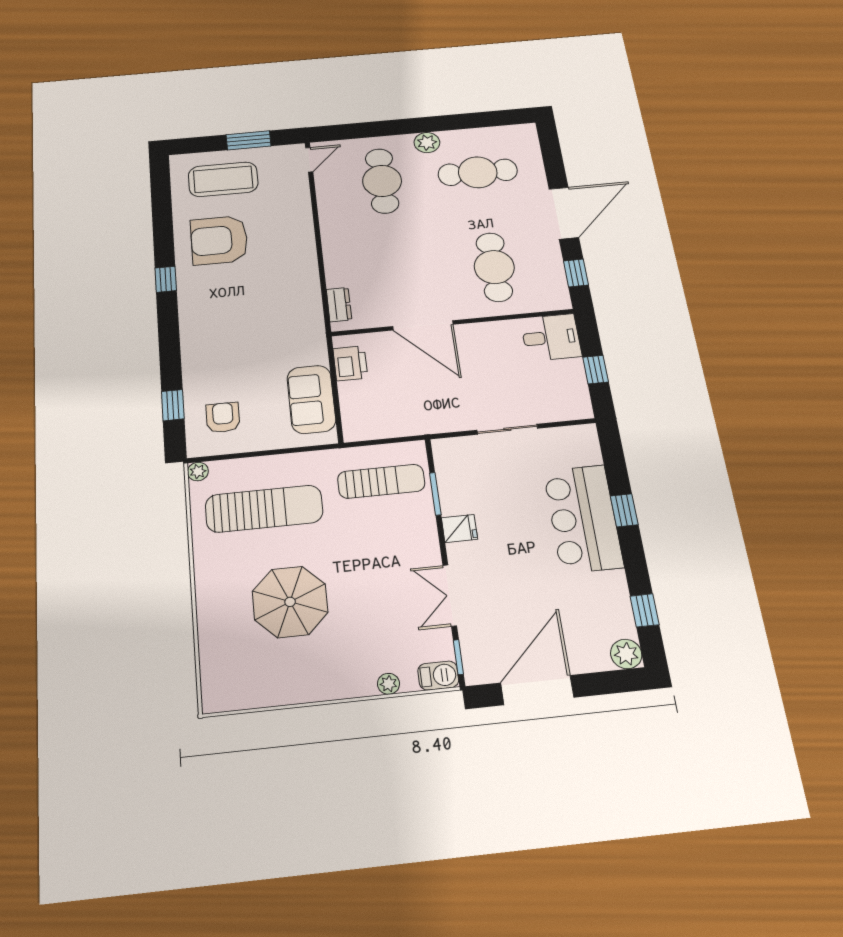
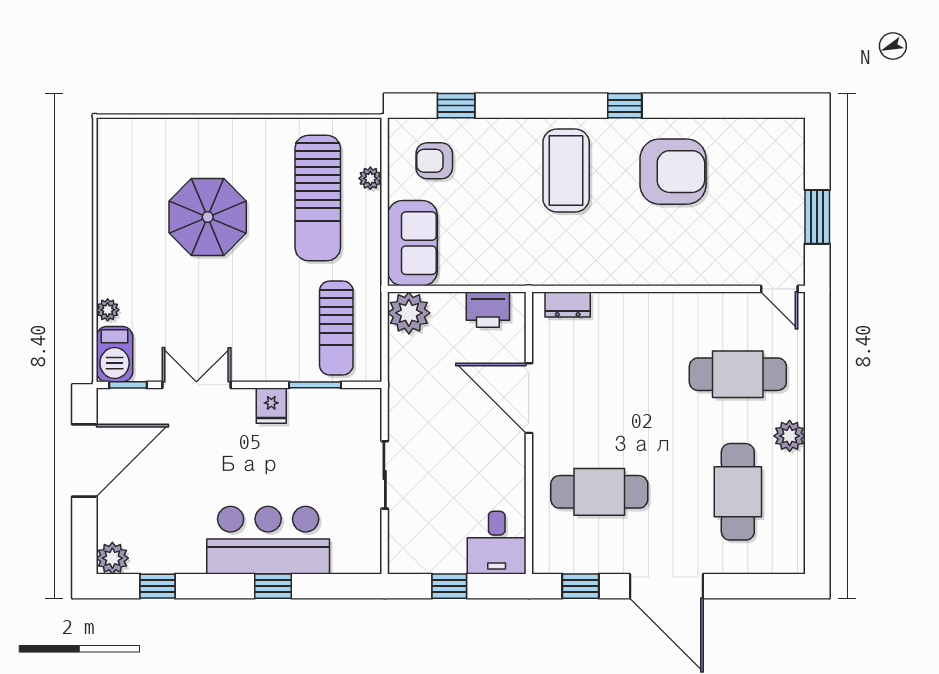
coffee table: (223, 179) -> (566, 171), moved
armchair: (219, 240) -> (673, 172), turned 90
door: (423, 325) -> (529, 398), hinge flipped
sofa: (311, 399) -> (412, 243), moved, turned 90
armchair: (223, 417) -> (434, 161), turned 180
plant: (361, 424) -> (409, 313), added
plant: (198, 472) -> (370, 178), moved
barbecue: (438, 676) -> (115, 354), width x1.38, depth x1.27
door: (537, 690) -> (84, 460), hinge flipped

